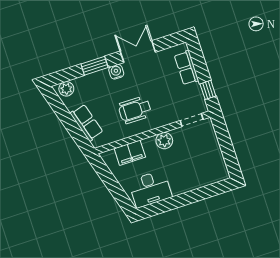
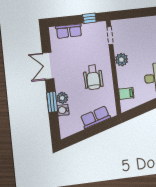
water cooler: (116, 72) -> (63, 110), moved
plant: (66, 89) -> (62, 98), moved
filing cabinet: (130, 153) -> (126, 93), width x0.50

